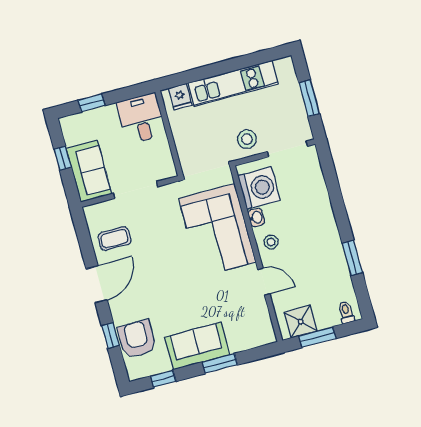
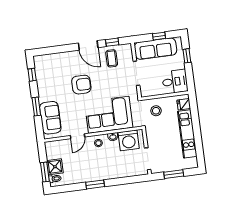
stool: (247, 139) -> (156, 111), moved
sofa: (89, 171) -> (155, 49), width x1.36
window: (352, 258) -> (95, 184), moved
shower: (301, 322) -> (55, 167), moved
window: (110, 336) -> (112, 42), moved
window: (317, 337) -> (45, 172), moved
armchair: (137, 339) -> (81, 85), moved
sofa: (197, 346) -> (50, 118), moved

